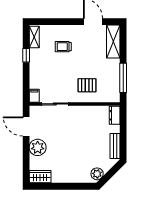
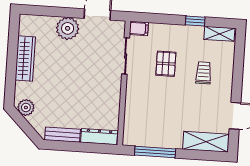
pallet: (87, 85) -> (166, 64), moved
dresser: (115, 115) -> (99, 137), width x1.44
wardrobe: (40, 177) -> (25, 58), moved, width x1.50

